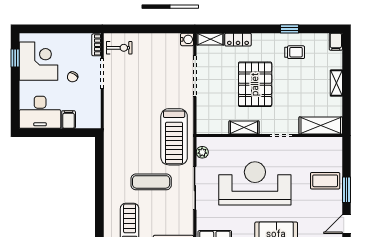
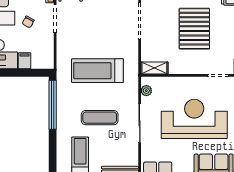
shelving: (244, 127) -> (154, 68), moved
treadmill: (174, 137) -> (97, 71), moved, turned 90
window: (99, 168) -> (53, 105), added

